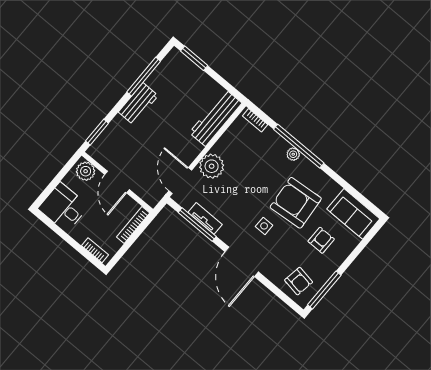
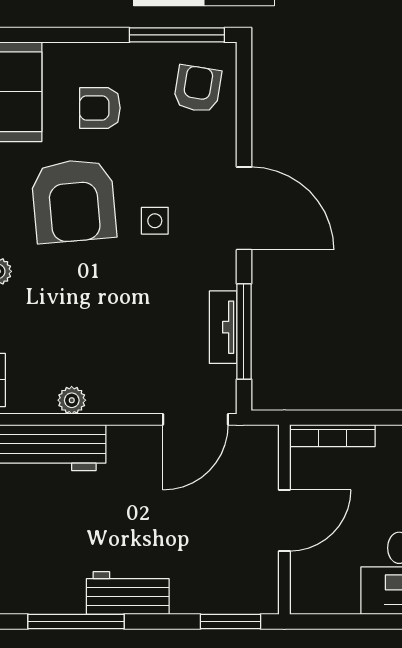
plant: (212, 166) -> (72, 400), moved, width x0.53, depth x0.53
plant: (86, 171) -> (310, 587), removed
door: (242, 262) -> (244, 208), hinge flipped

